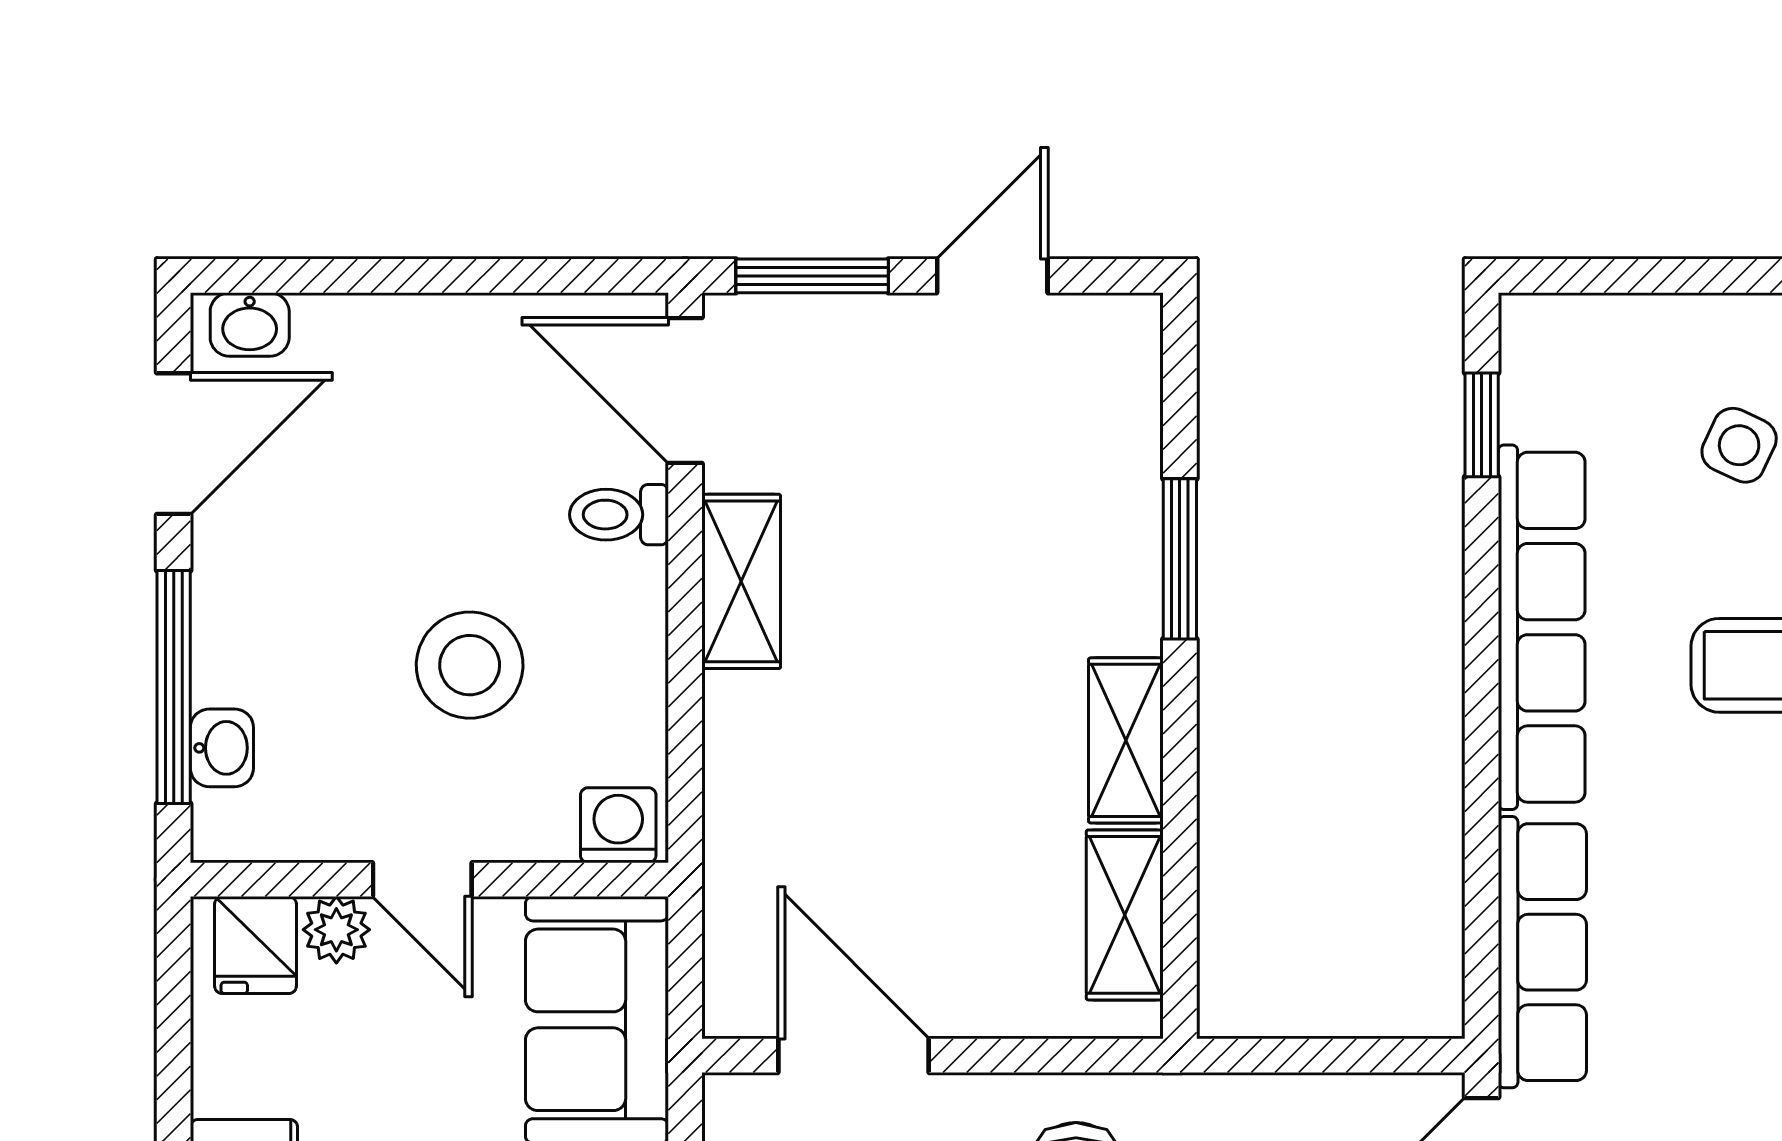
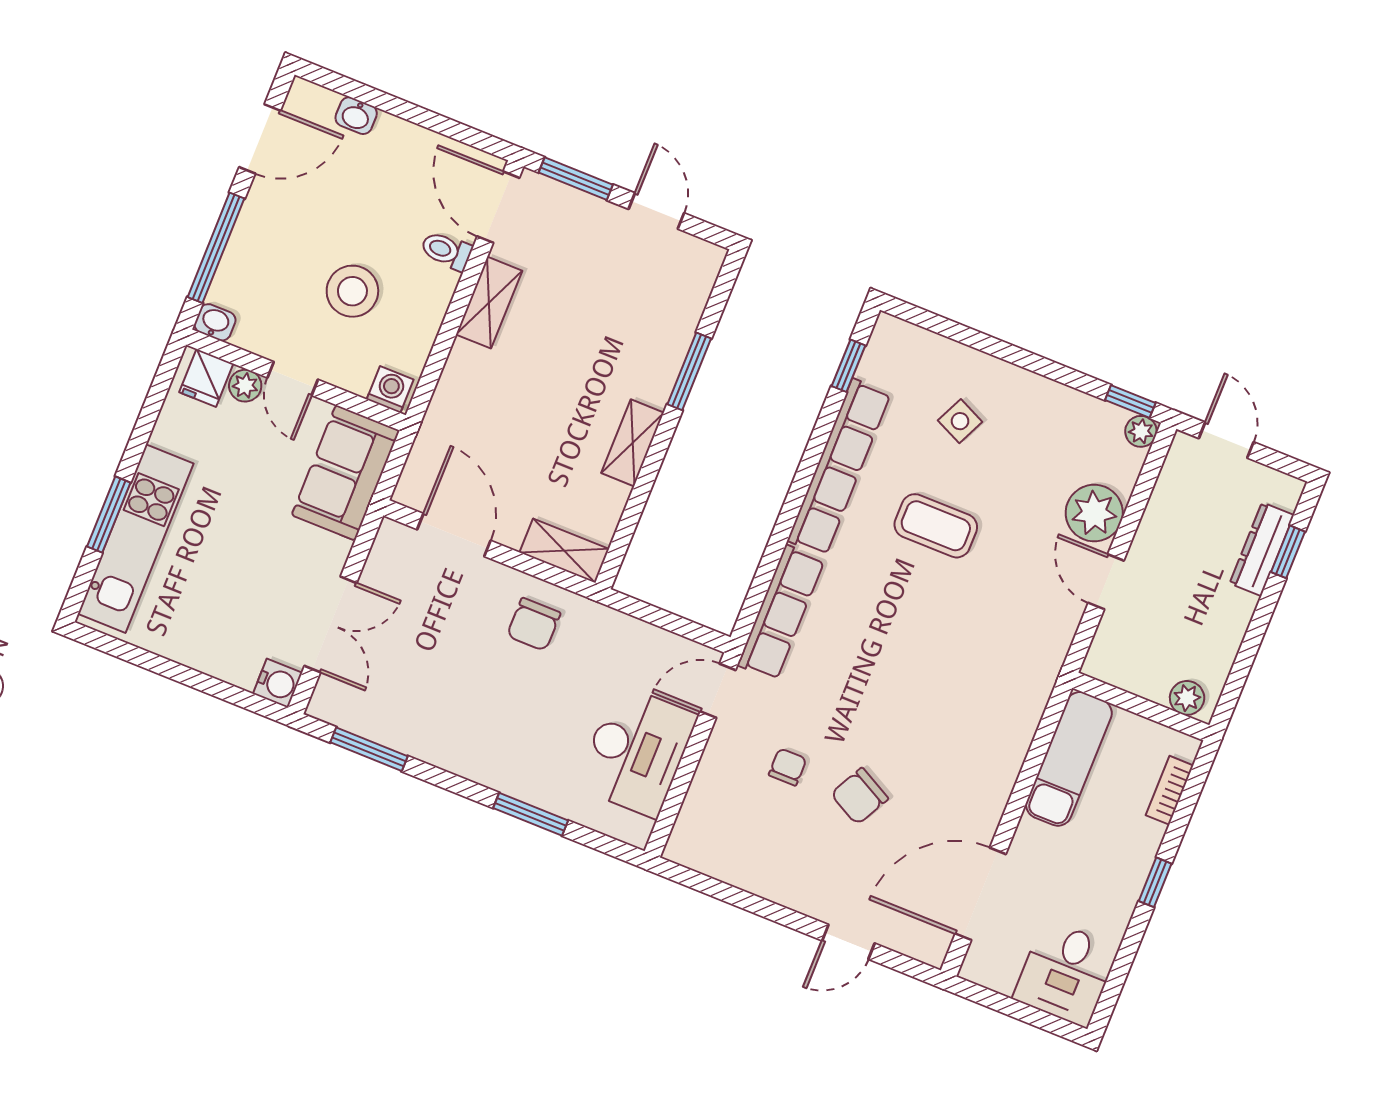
door: (992, 276) -> (656, 211), hinge flipped
washbasin: (250, 324) -> (356, 116), moved
washbasin: (222, 748) -> (215, 322), moved, turned -90
shelving: (1125, 915) -> (564, 551), moved, turned 90

